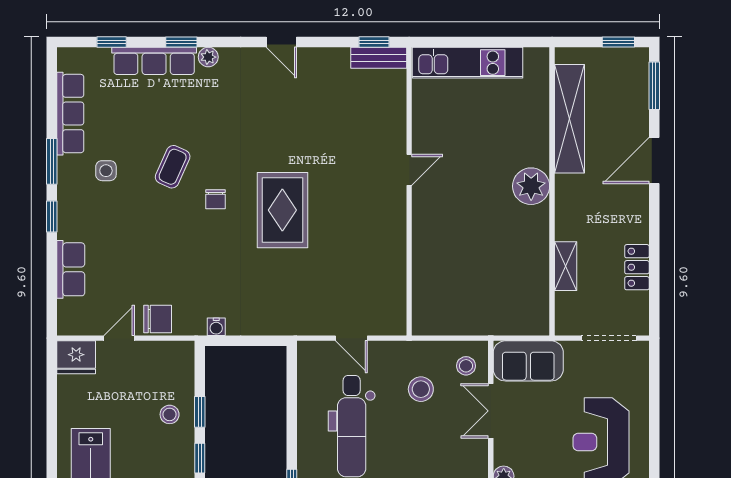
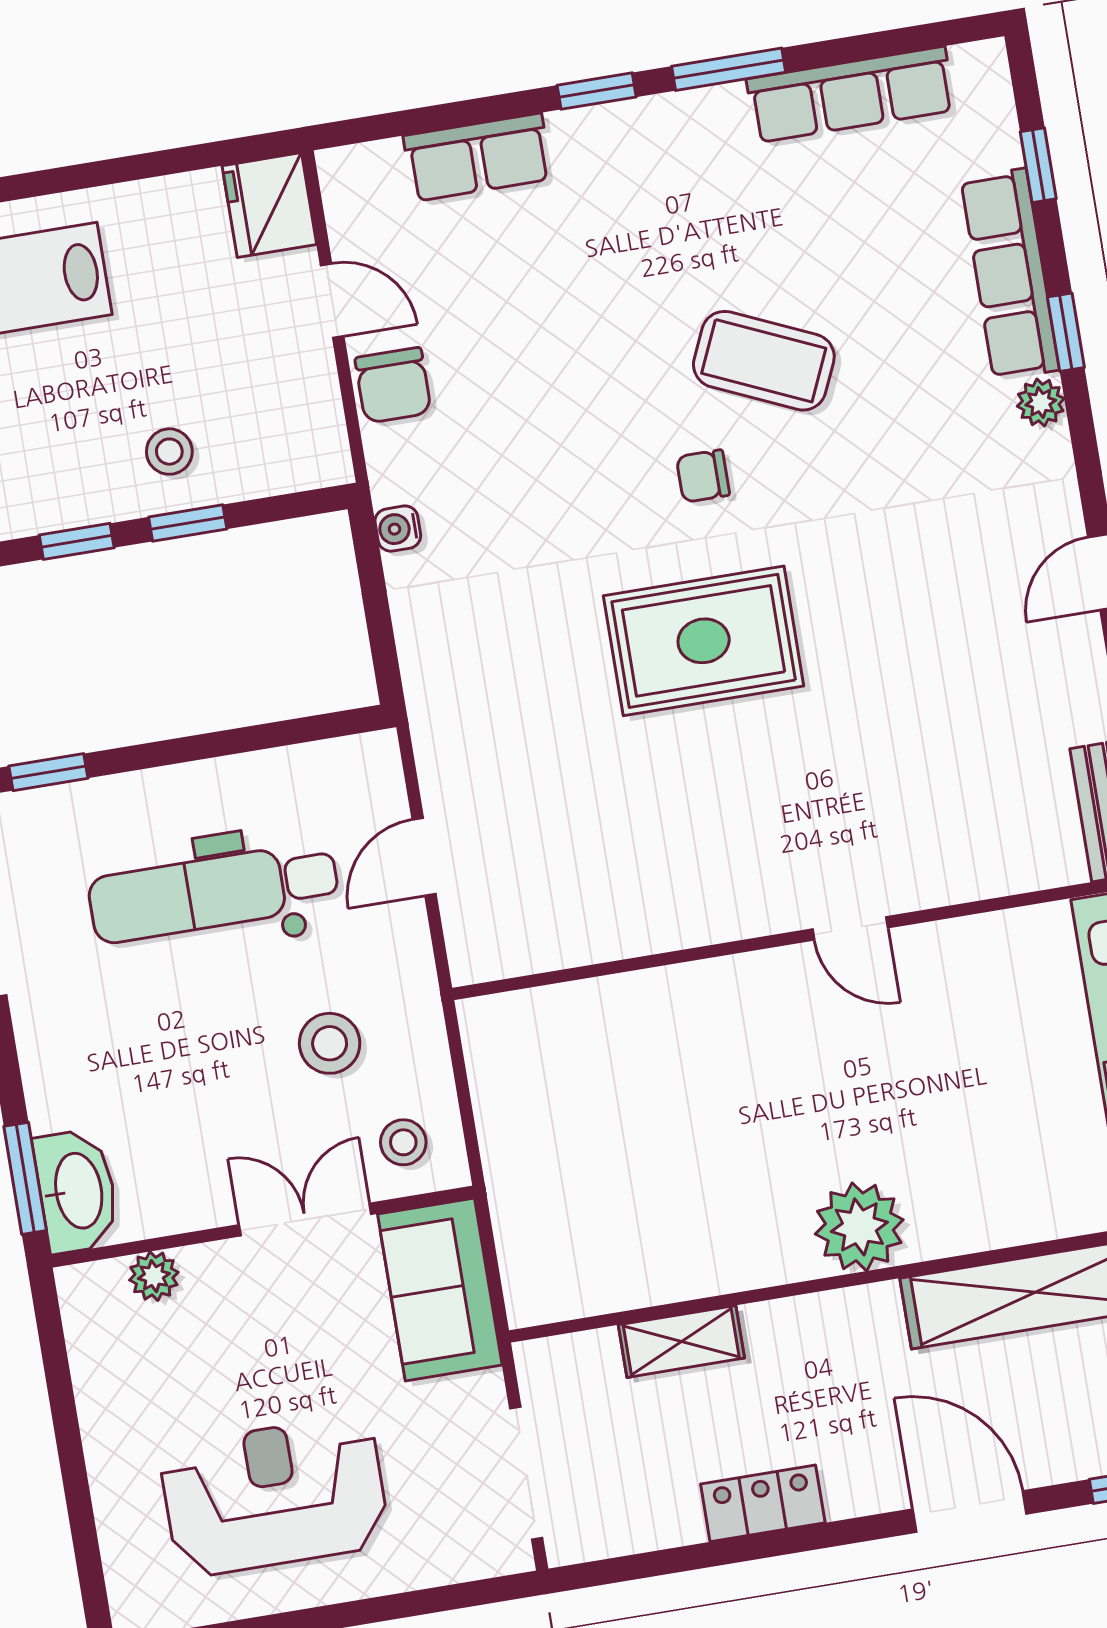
coffee table: (173, 167) -> (764, 361), width x1.36, depth x1.30
side table: (106, 171) -> (728, 203), removed
locker: (637, 267) -> (763, 1503), moved

